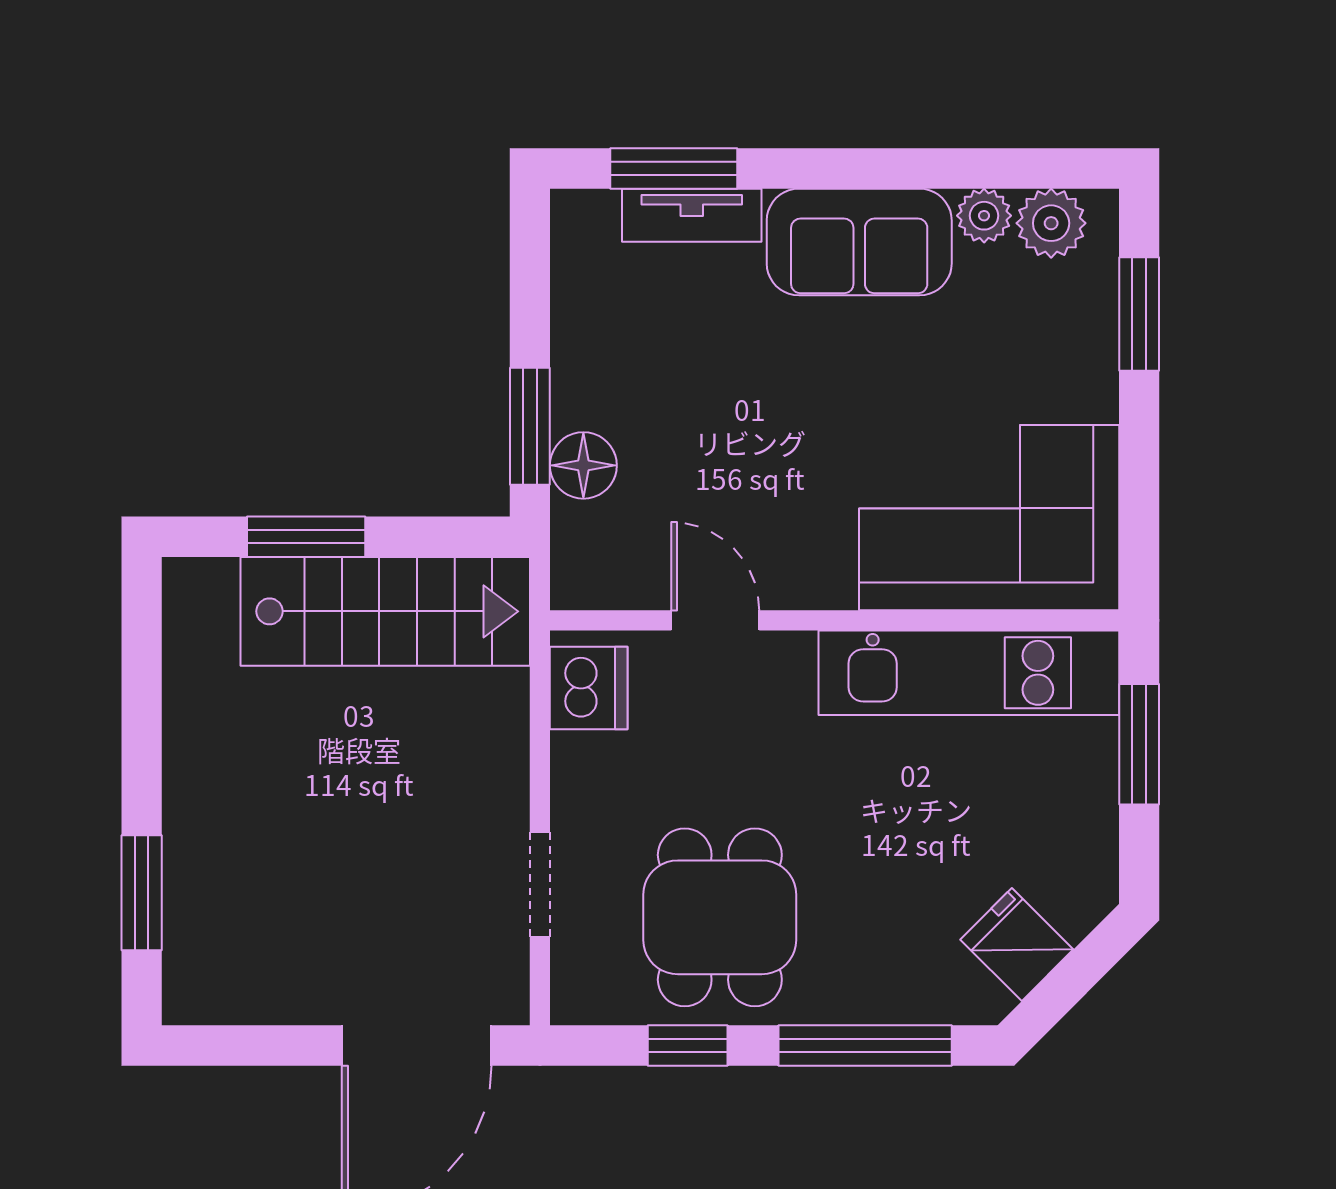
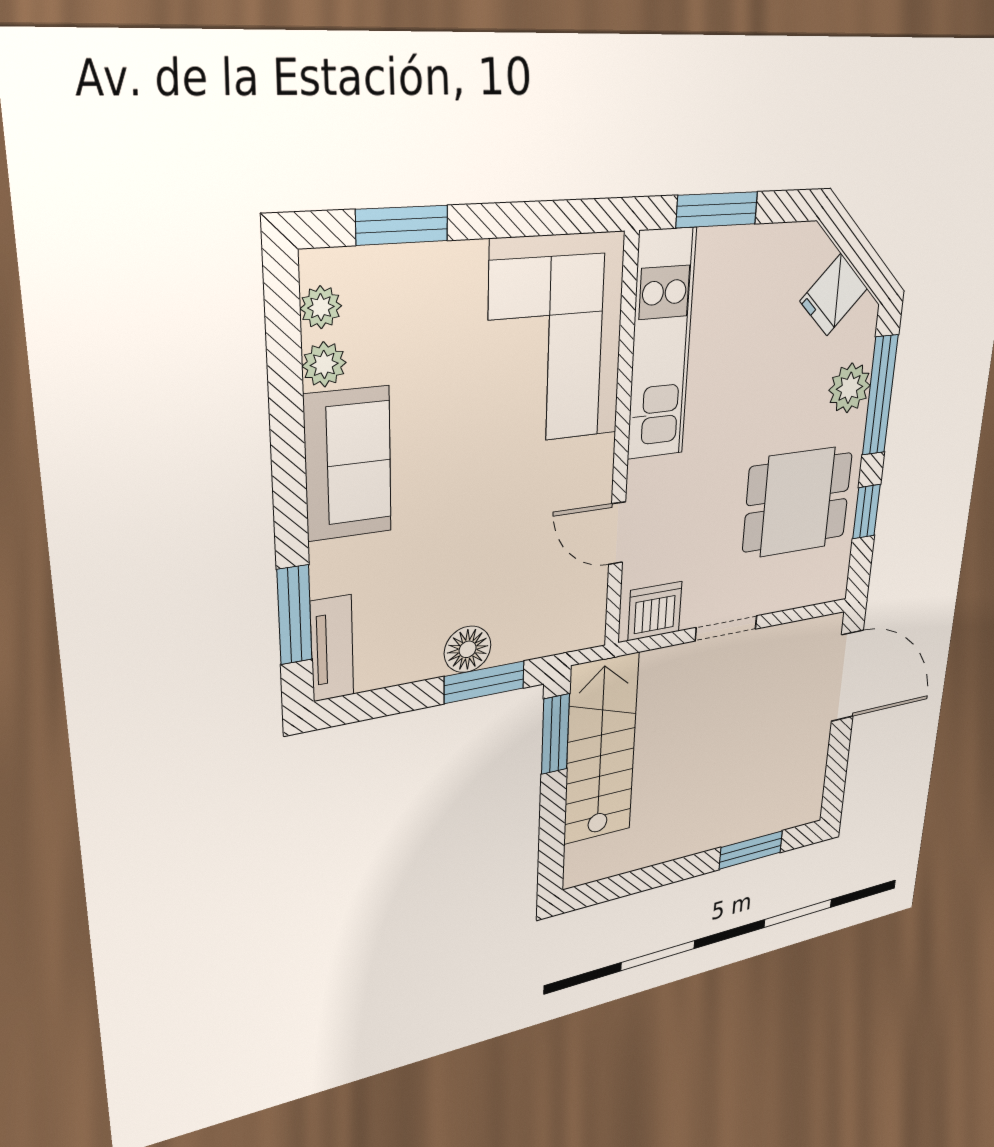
tv unit: (692, 215) -> (332, 648), moved
plant: (1051, 223) -> (321, 307), width x0.73, depth x0.73
floor lamp: (583, 465) -> (468, 649), moved
window: (306, 537) -> (555, 734), moved
door: (715, 620) -> (617, 533), hinge flipped
doorway: (540, 885) -> (726, 628), moved
plant: (882, 989) -> (849, 388), added

